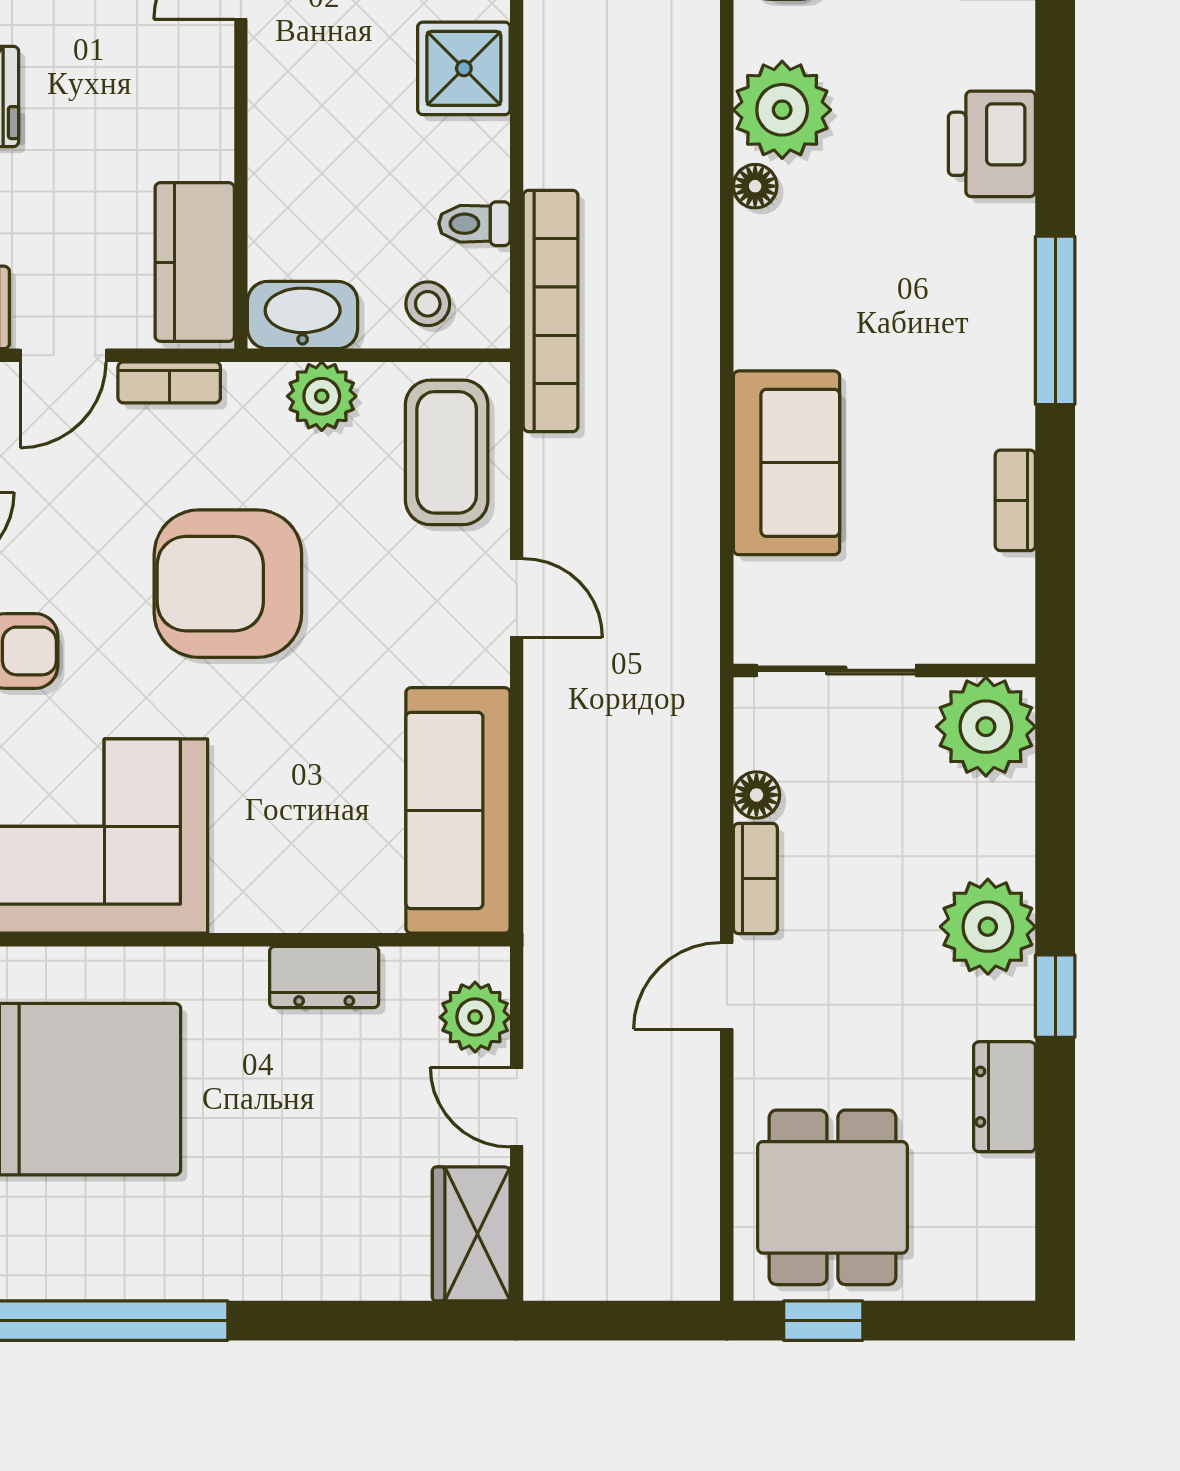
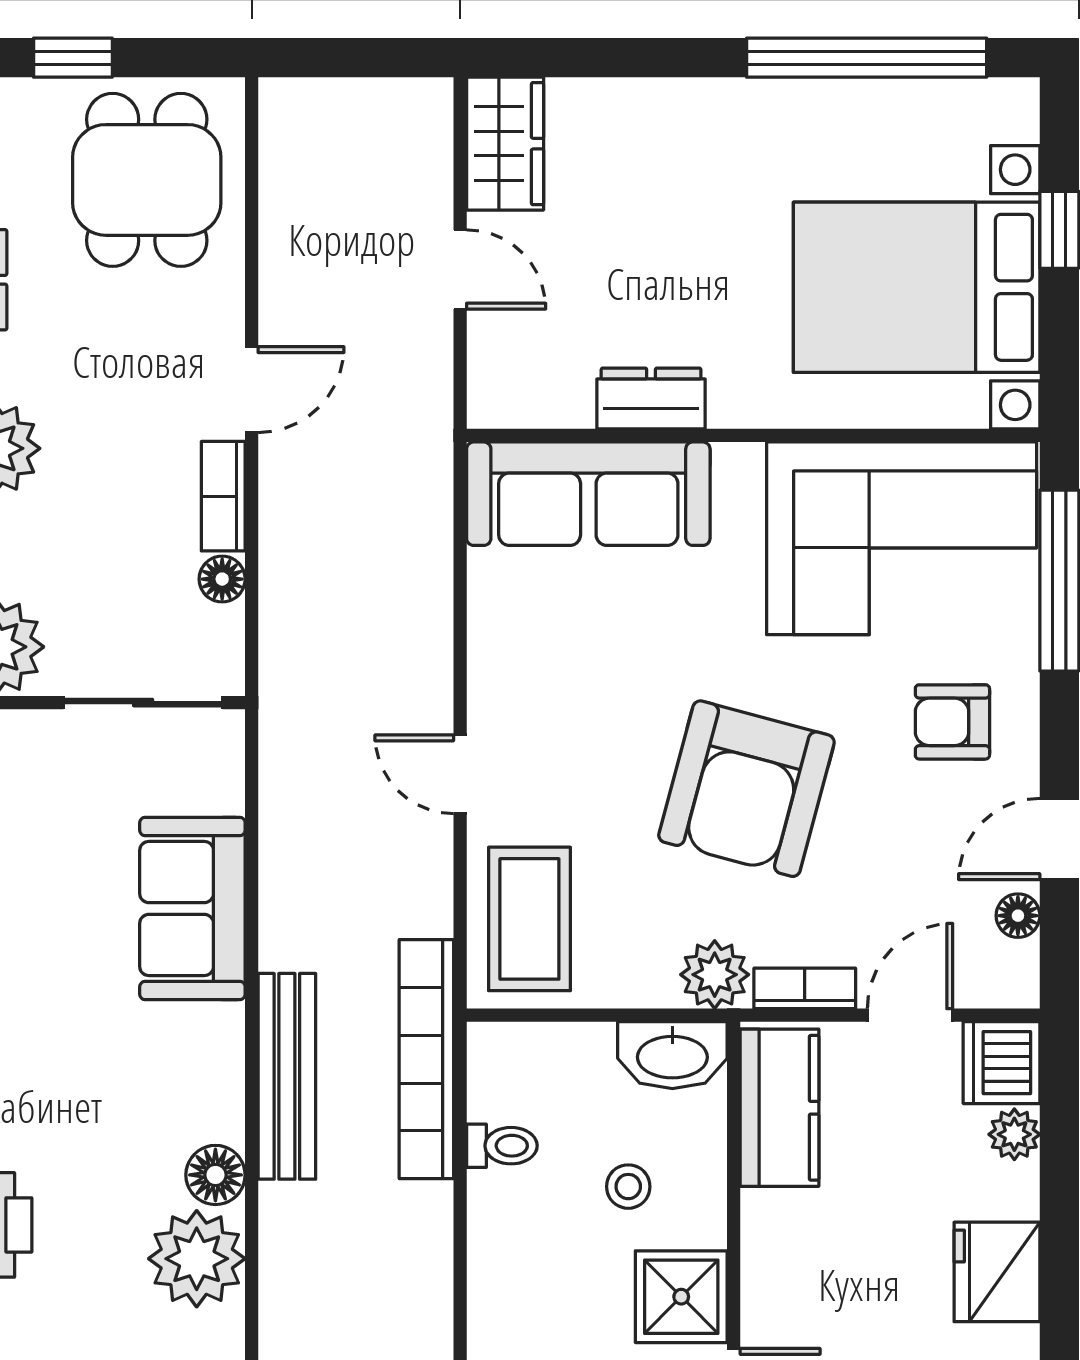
shower: (464, 68) -> (681, 1297), moved
floor lamp: (755, 186) -> (215, 1175), width x1.37, depth x1.37
bench: (691, 294) -> (287, 1076), added
stool: (428, 304) -> (628, 1187), moved
plant: (322, 396) -> (715, 975), moved
armchair: (228, 584) -> (746, 789), turned 105
sofa: (458, 810) -> (588, 494), moved, turned 90
plant: (475, 1017) -> (501, 359), removed
window: (823, 1321) -> (73, 58), moved

